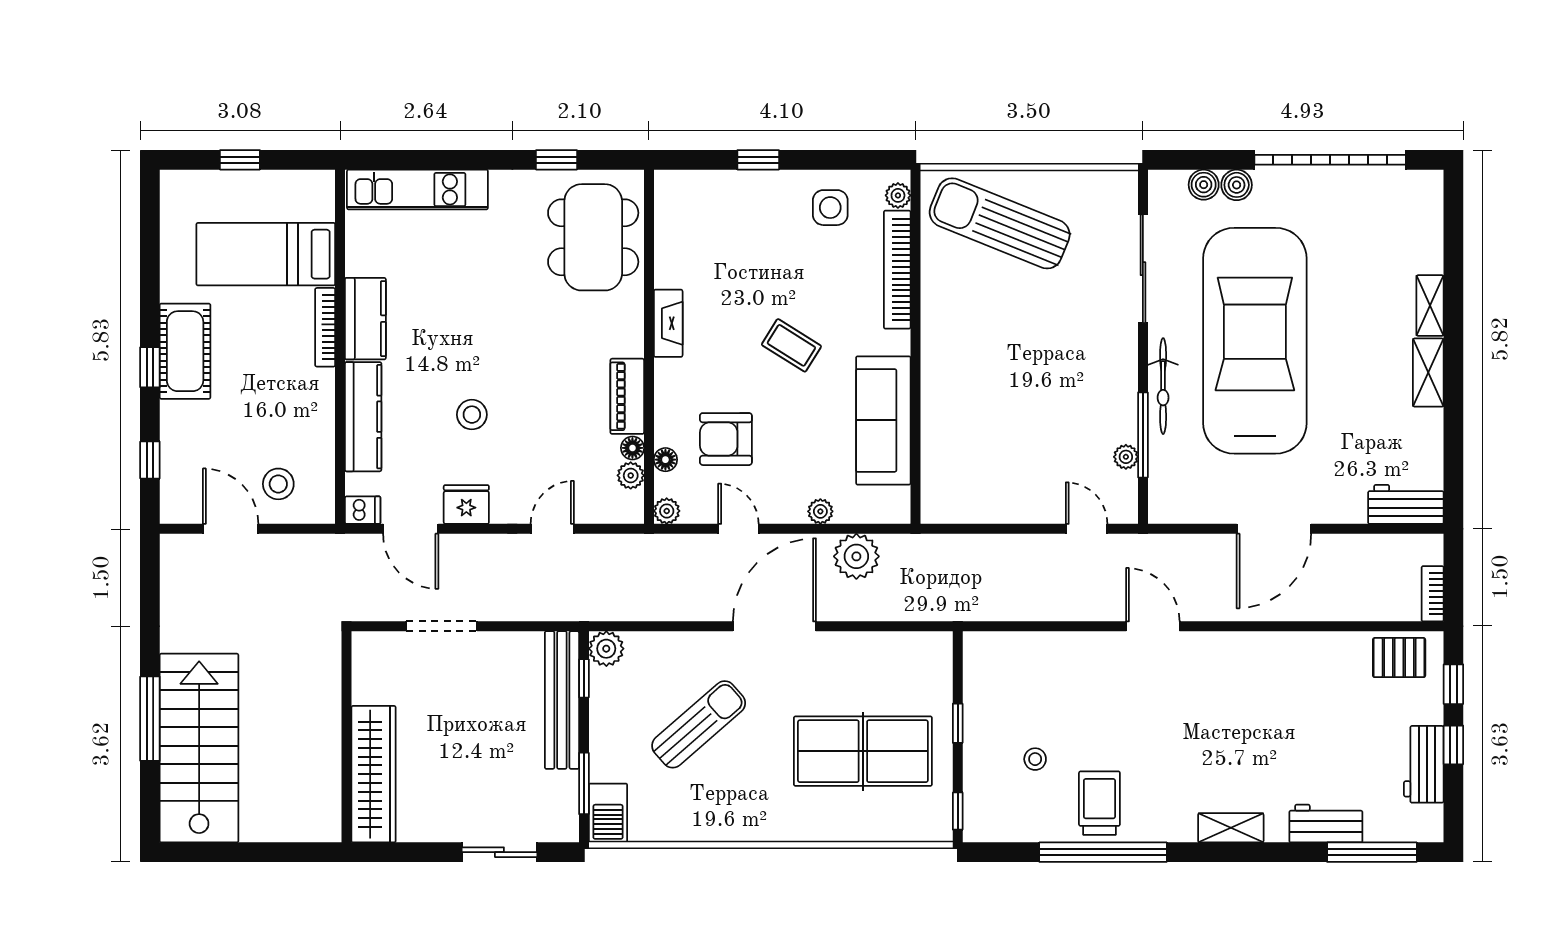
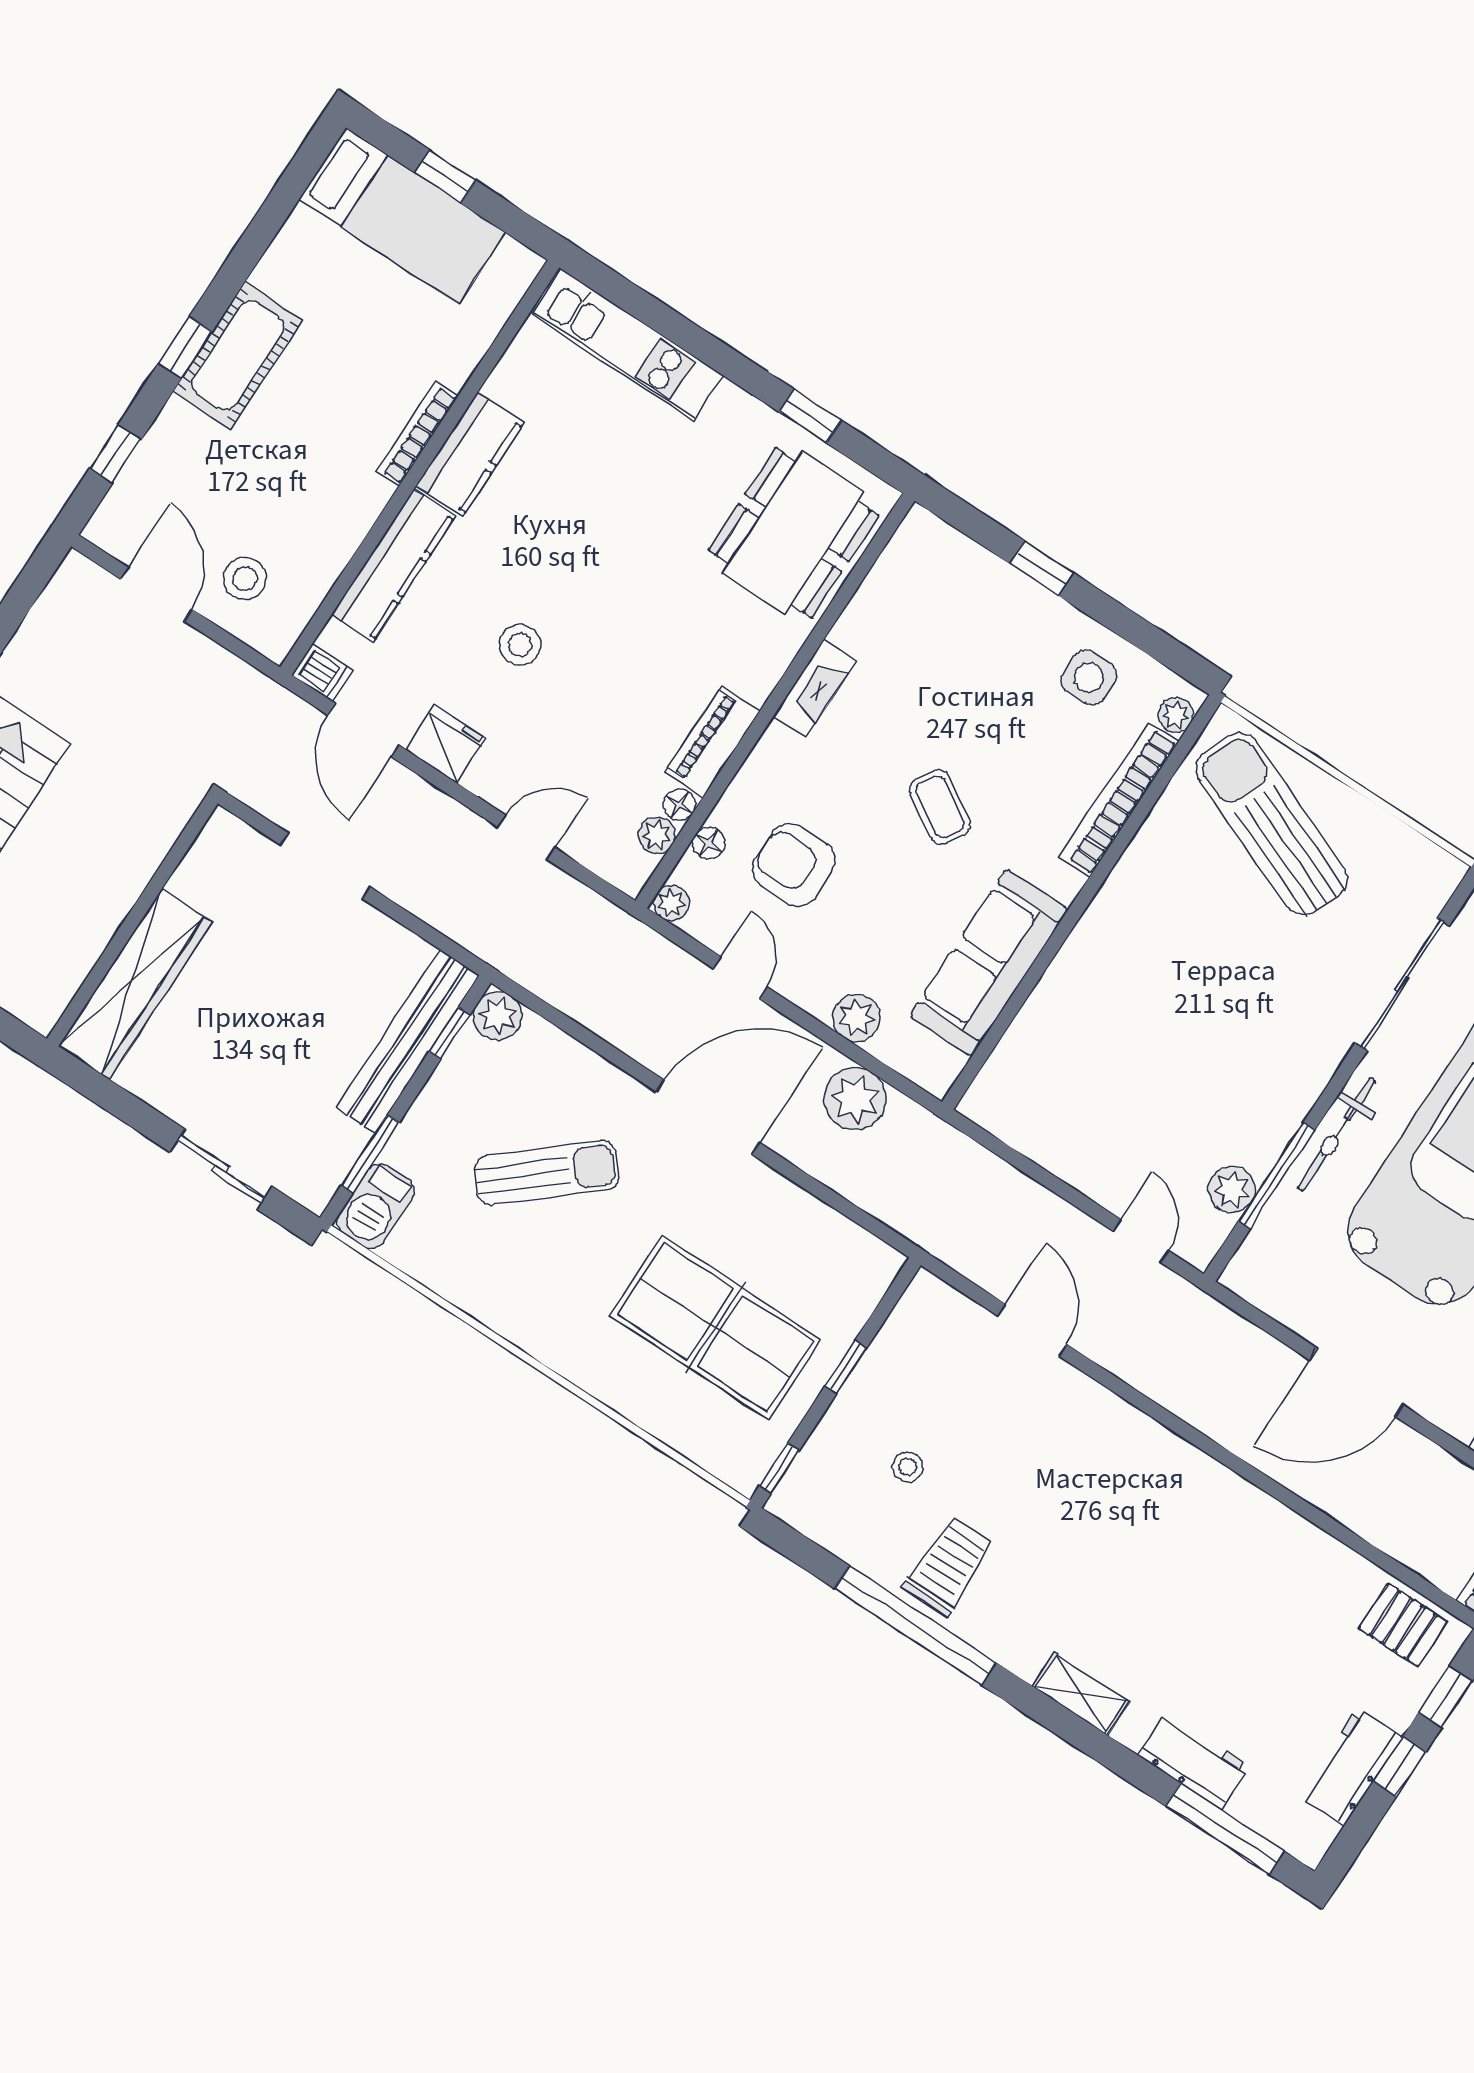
bed: (266, 254) -> (402, 216), moved, turned 180
plant: (1126, 457) -> (1232, 1190), width x1.38, depth x1.38
plant: (820, 511) -> (857, 1018), width x1.38, depth x1.38
door: (1153, 626) -> (1032, 1330), moved

